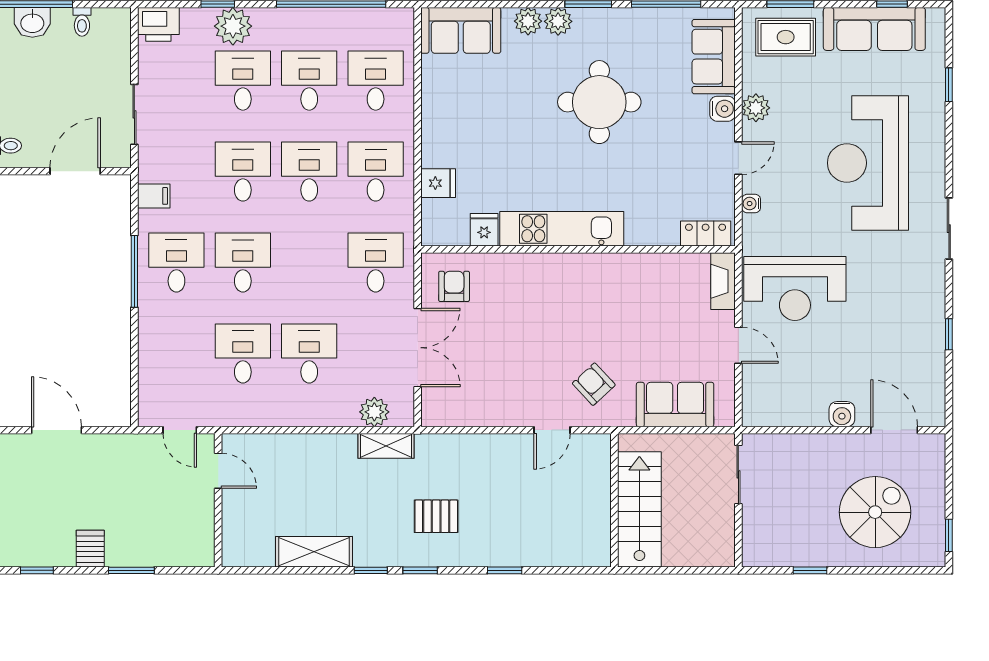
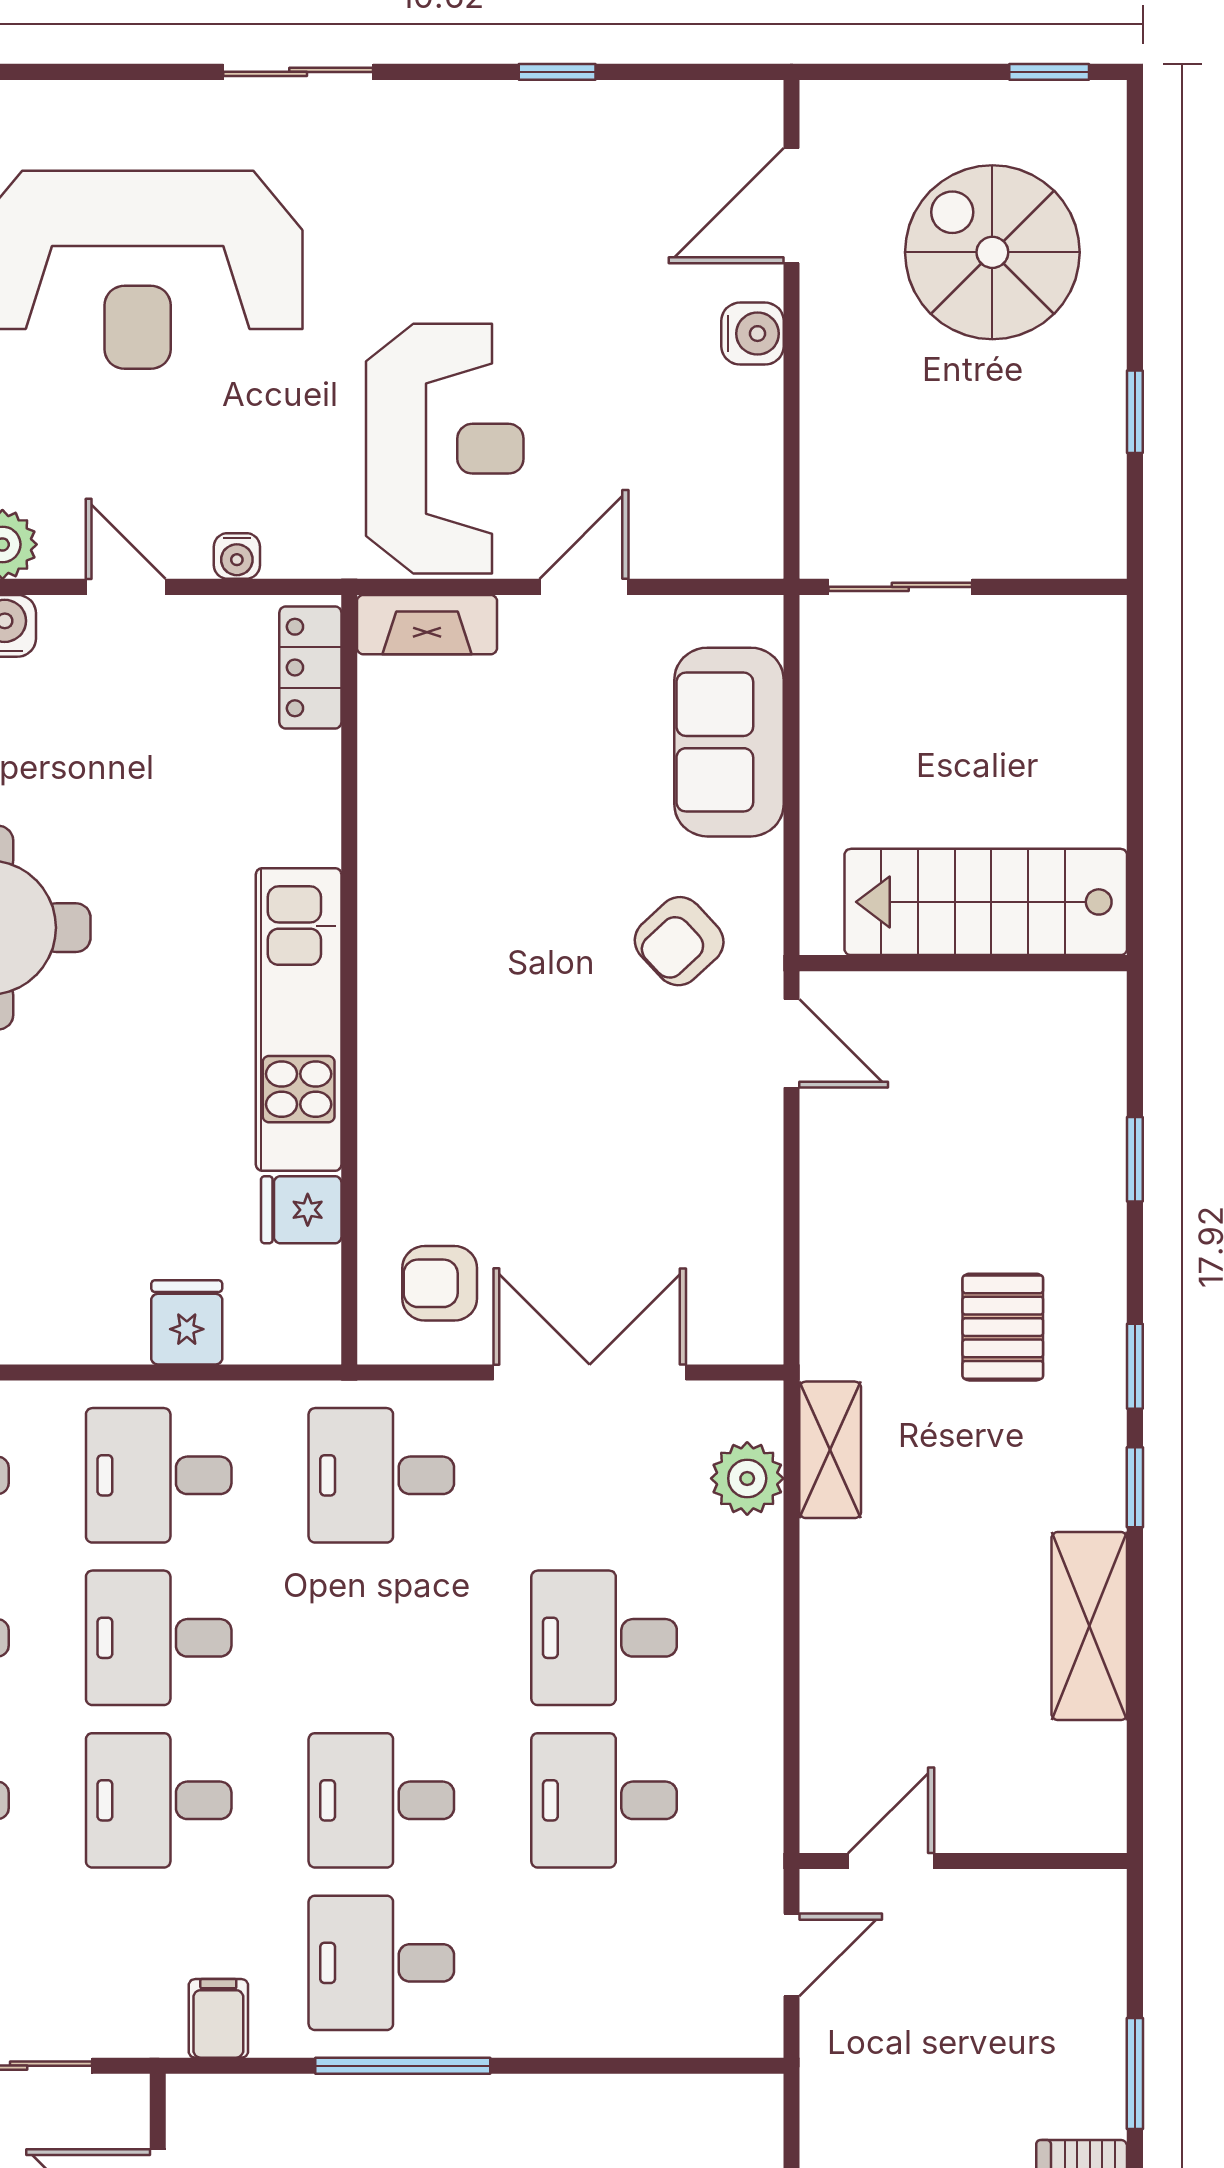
wall: (614, 500) -> (963, 963), moved
stairs: (639, 509) -> (986, 902), moved

